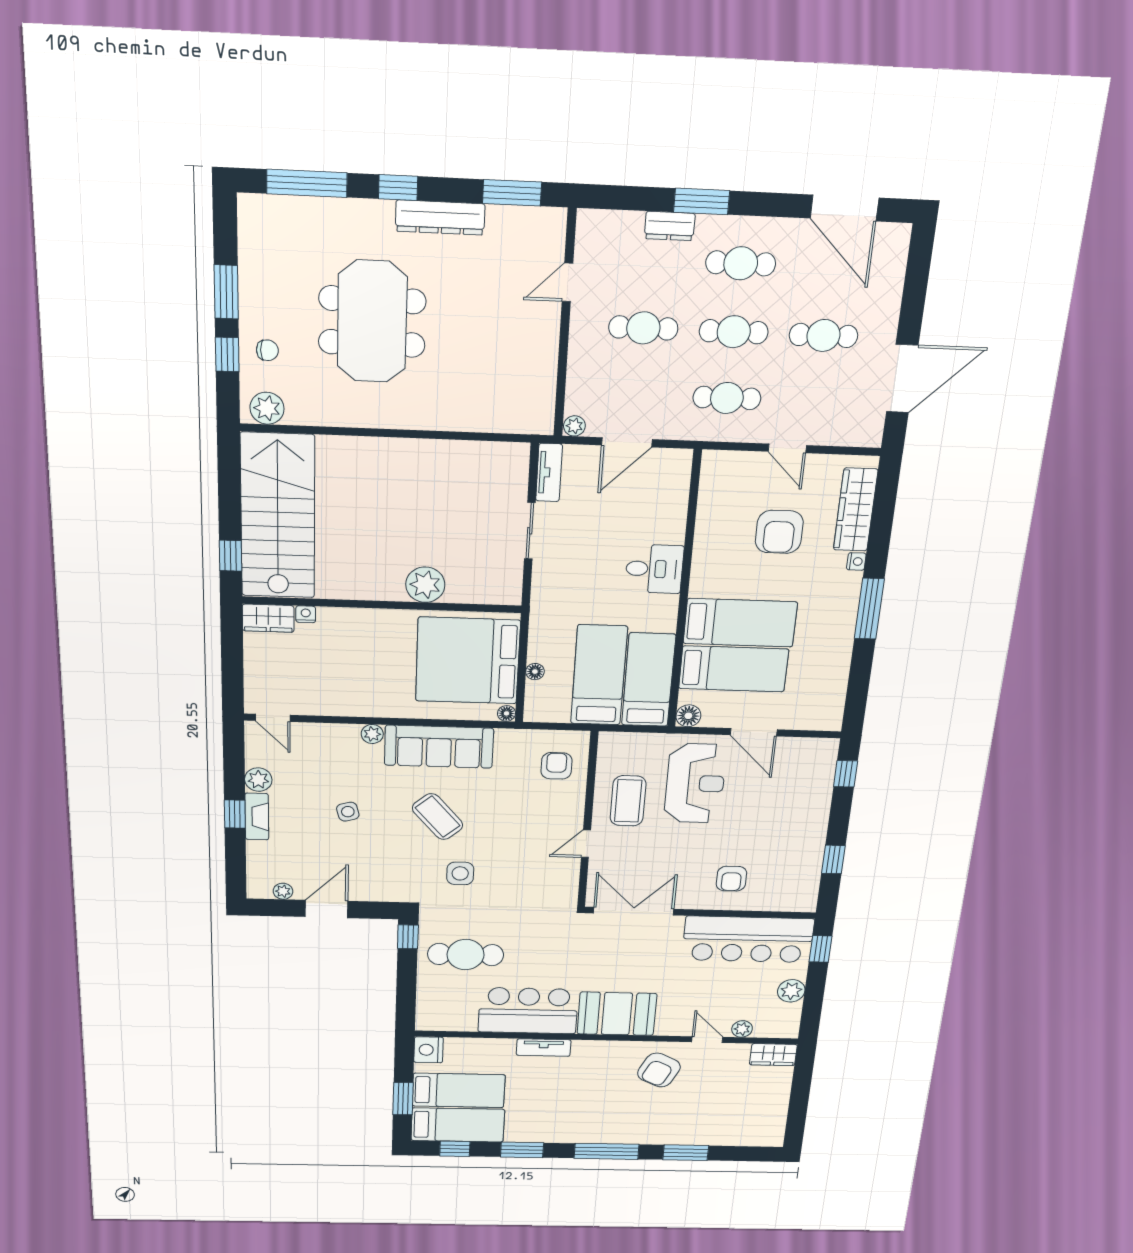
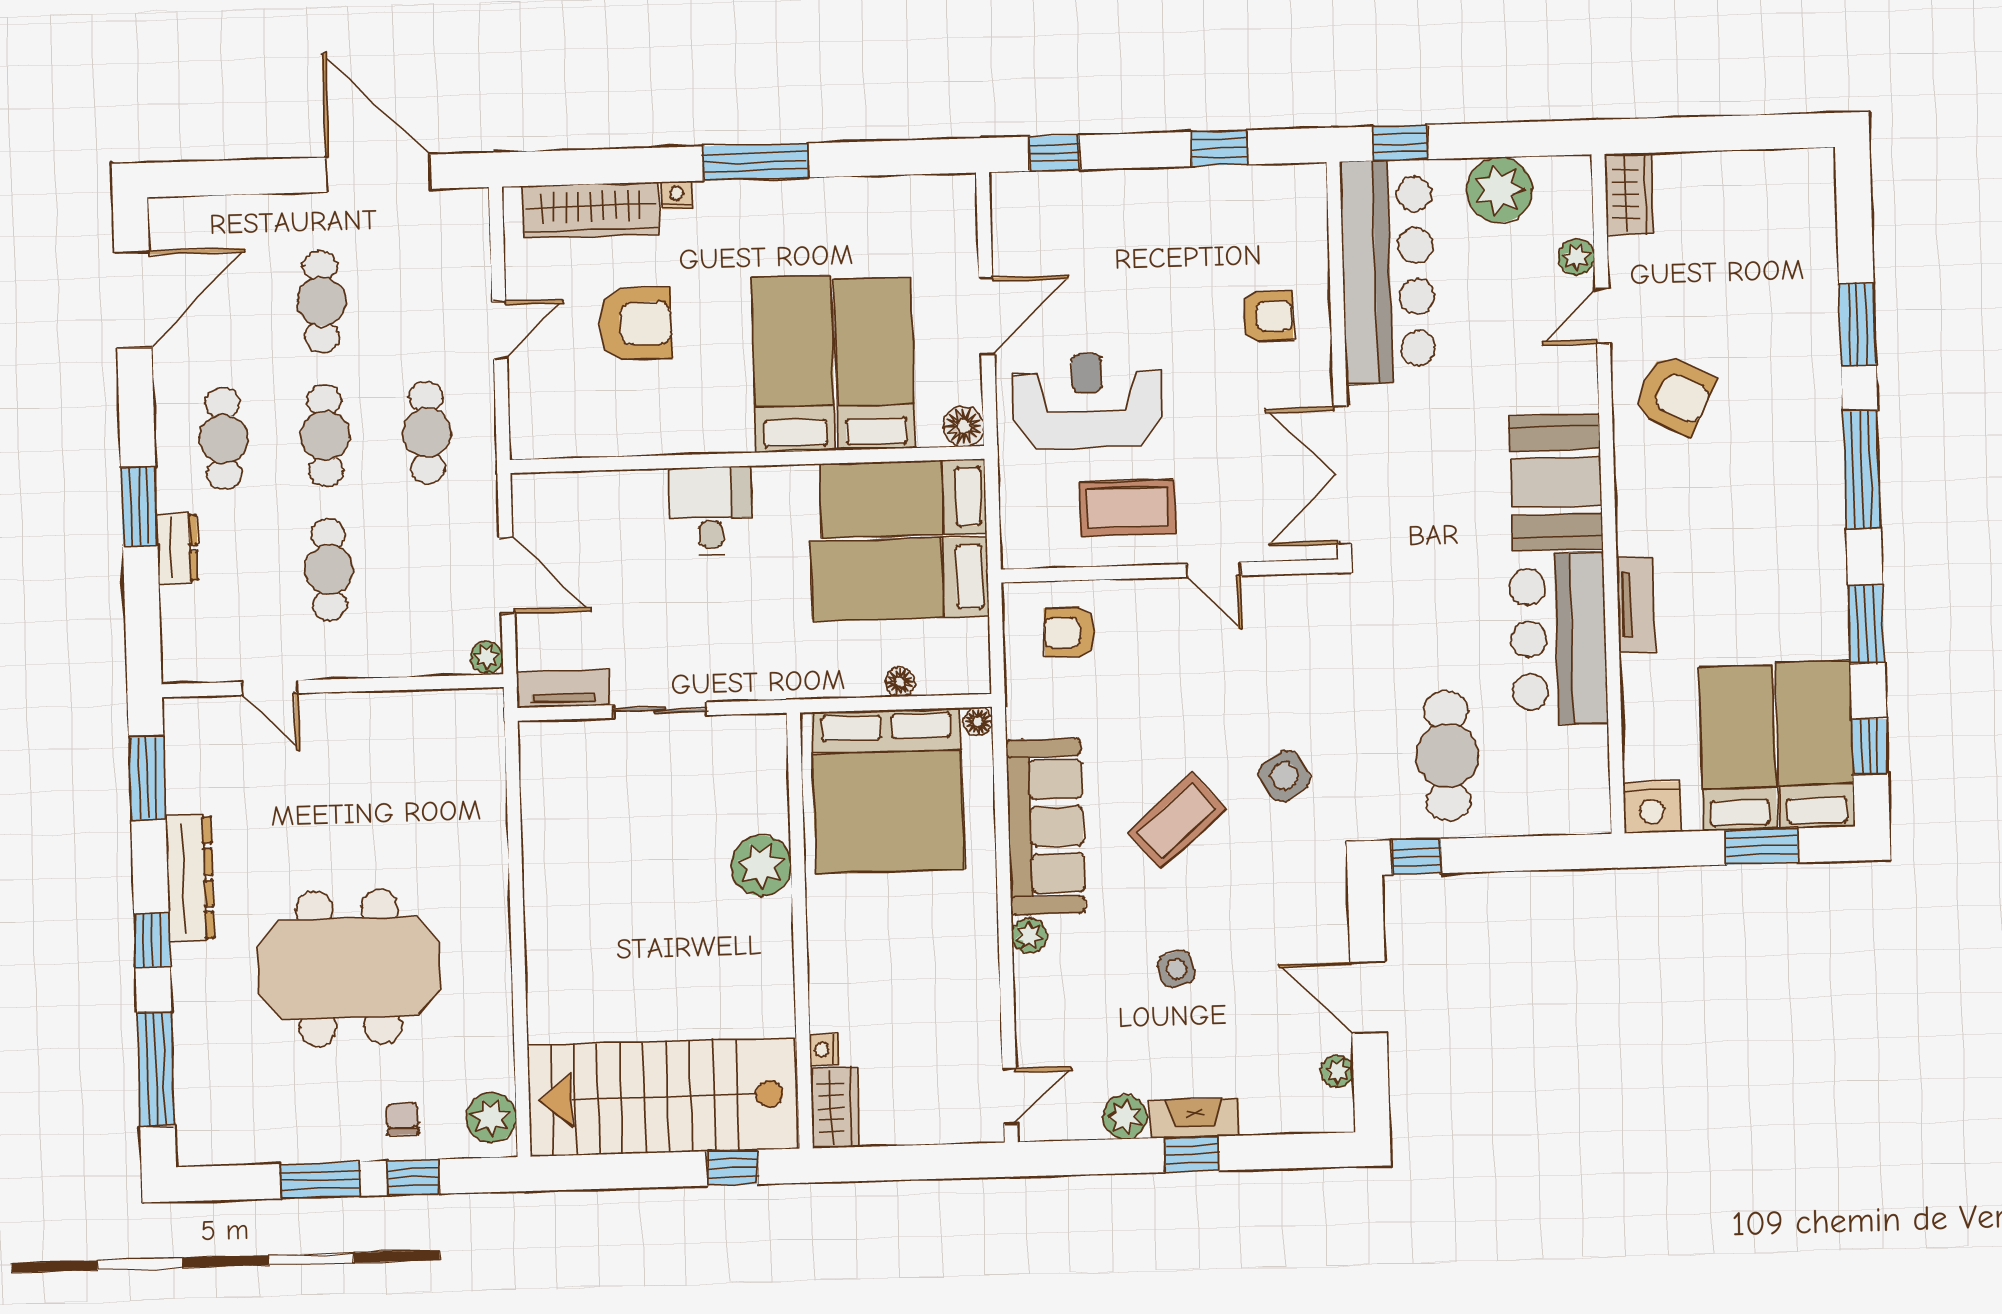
side table: (460, 873) -> (1285, 776), turned -32
plant: (791, 991) -> (1500, 190), width x1.36, depth x1.36

